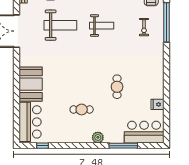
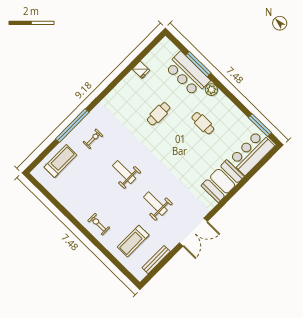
weight bench: (60, 25) -> (155, 204), width x0.73, depth x0.75
bar counter: (144, 132) -> (187, 74), moved
window: (43, 146) -> (260, 125), width x2.17

